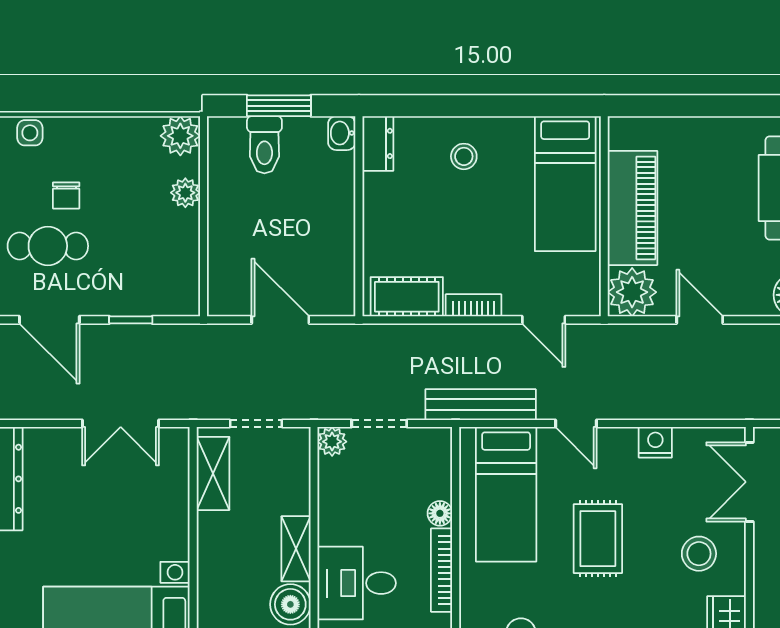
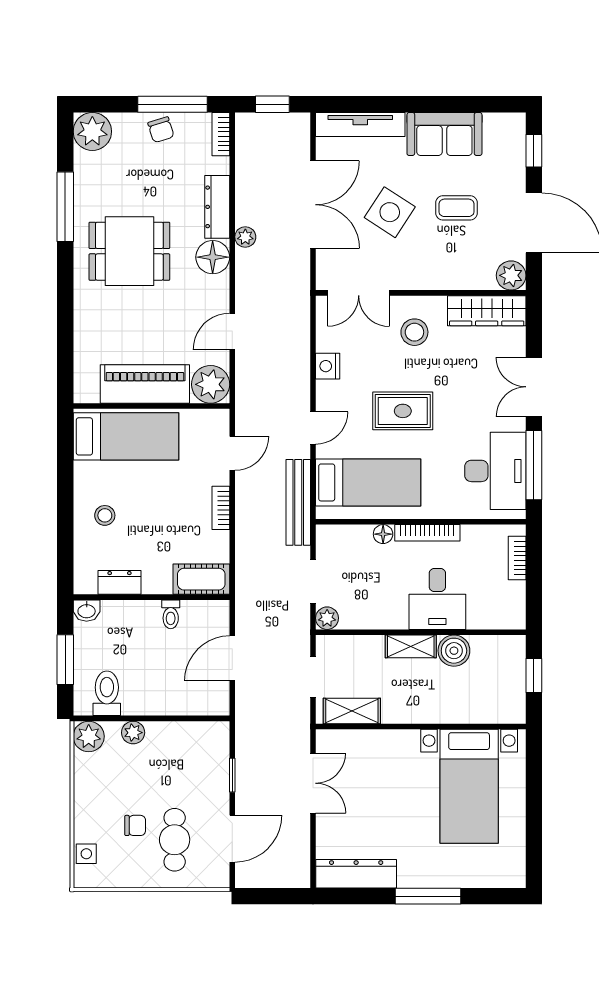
dresser: (378, 143) -> (120, 582), moved
toilet: (264, 145) -> (107, 693), moved, turned -90
toilet: (337, 241) -> (171, 614), added
cot: (407, 297) -> (201, 579), moved, turned 90

